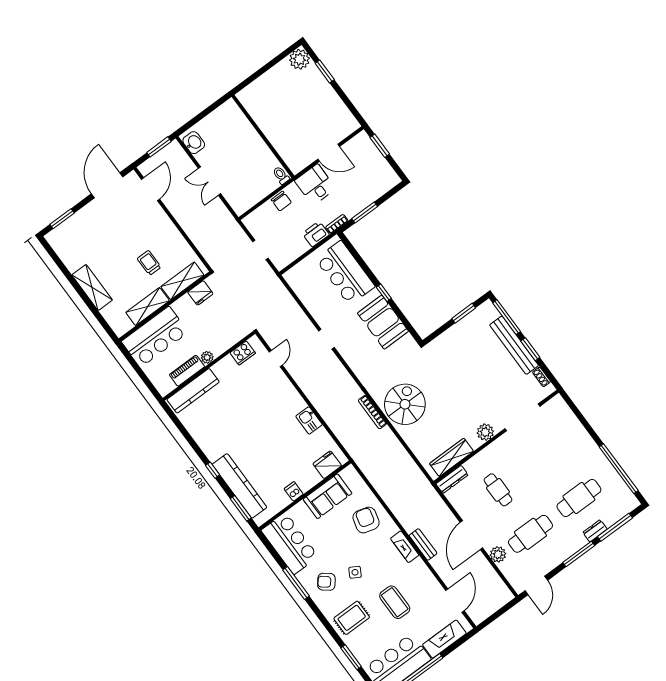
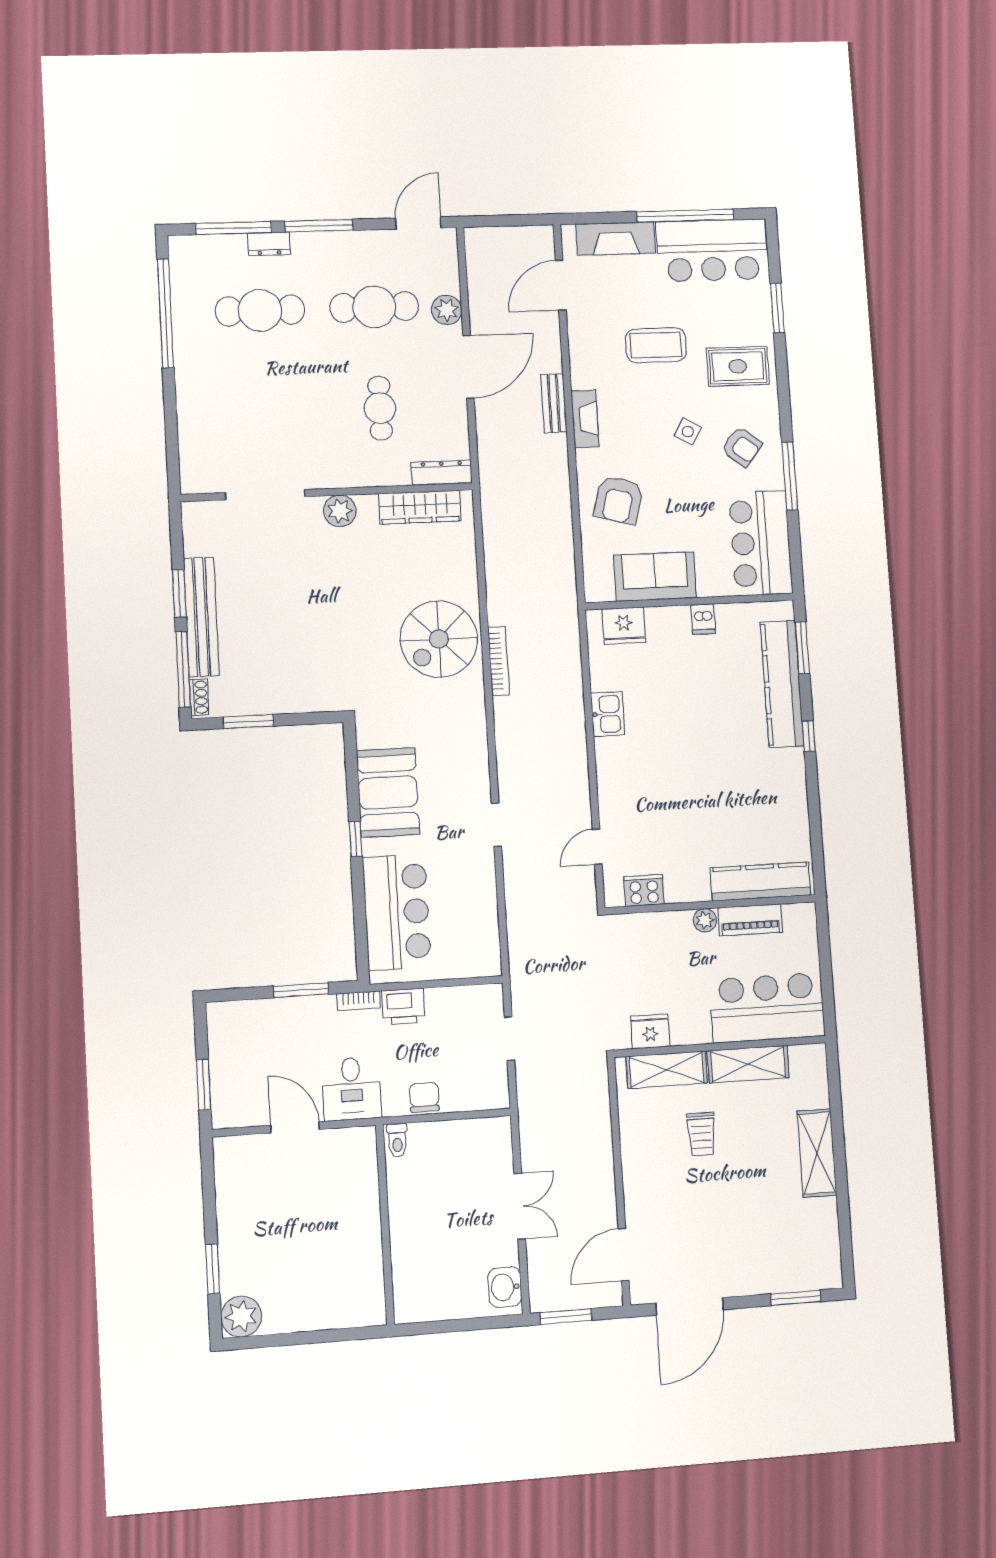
shoe rack: (541, 377) -> (199, 697), moved
coffee table: (395, 602) -> (656, 345), turned 90

